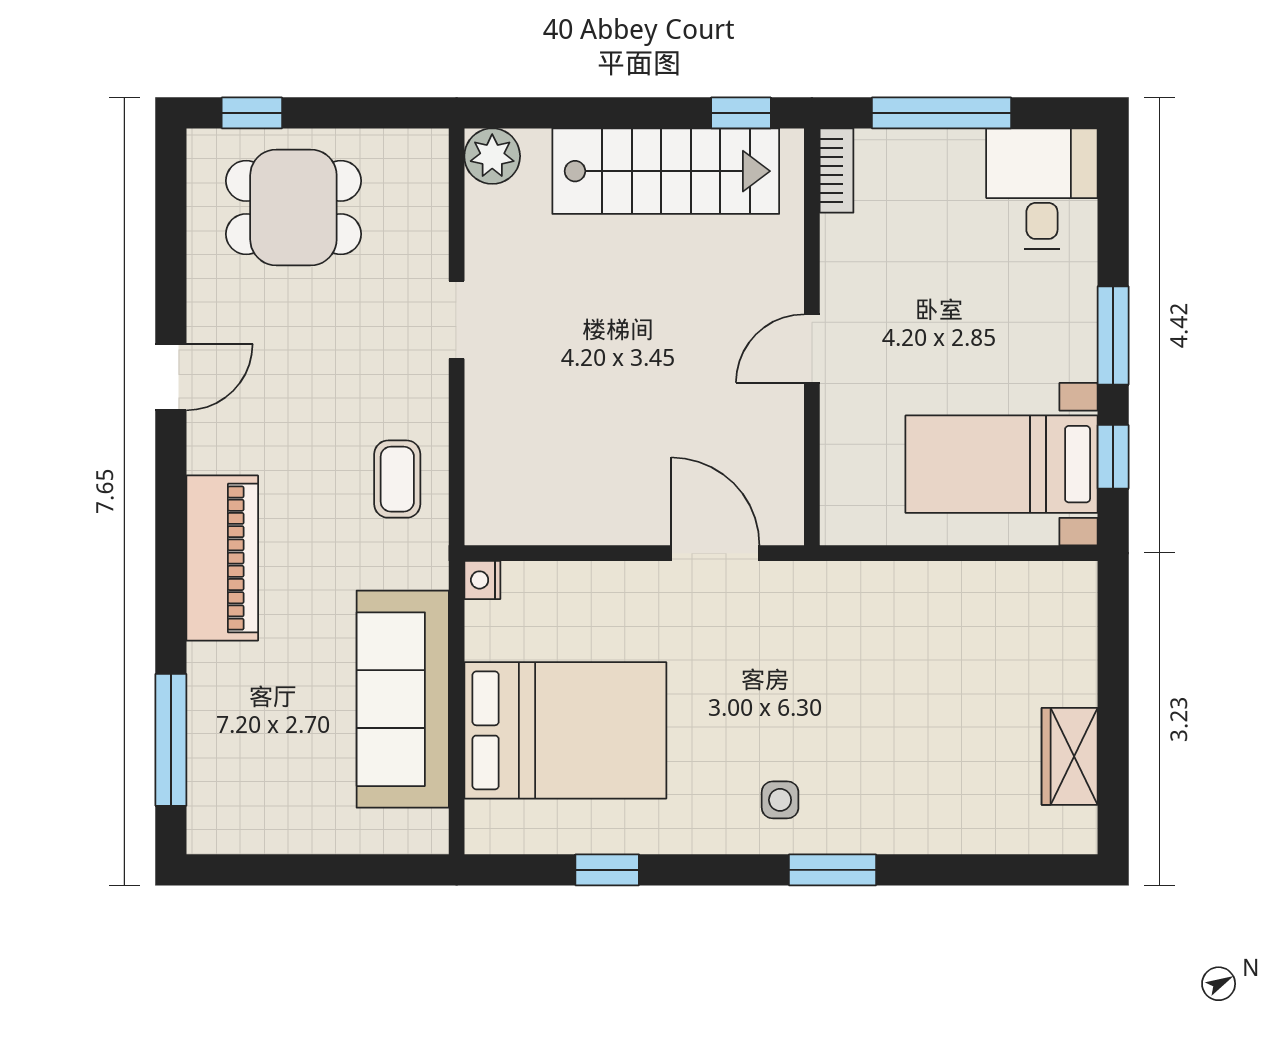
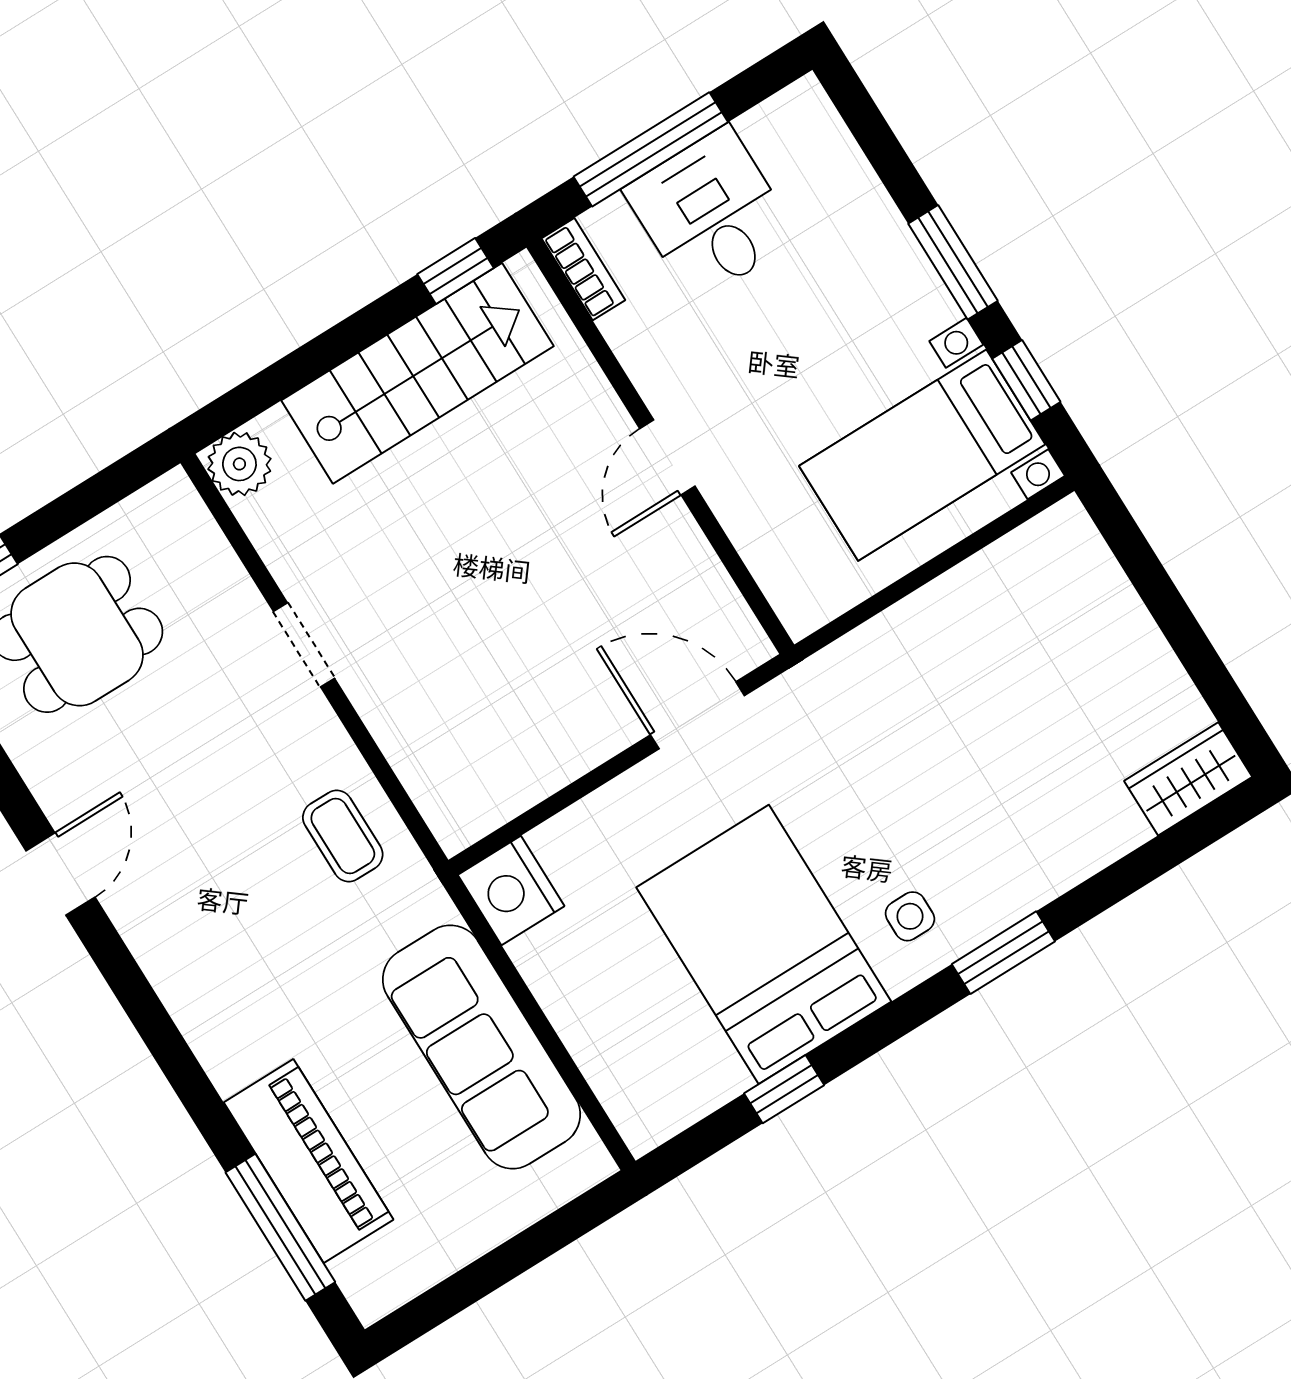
desk: (1042, 188) -> (711, 214), moved
piano: (222, 558) -> (309, 1161), moved
nightstand: (482, 580) -> (511, 890), width x1.89, depth x1.79
bed: (565, 730) -> (764, 944), moved, turned -90
wardrobe: (1070, 756) -> (1188, 779), moved, turned 90

